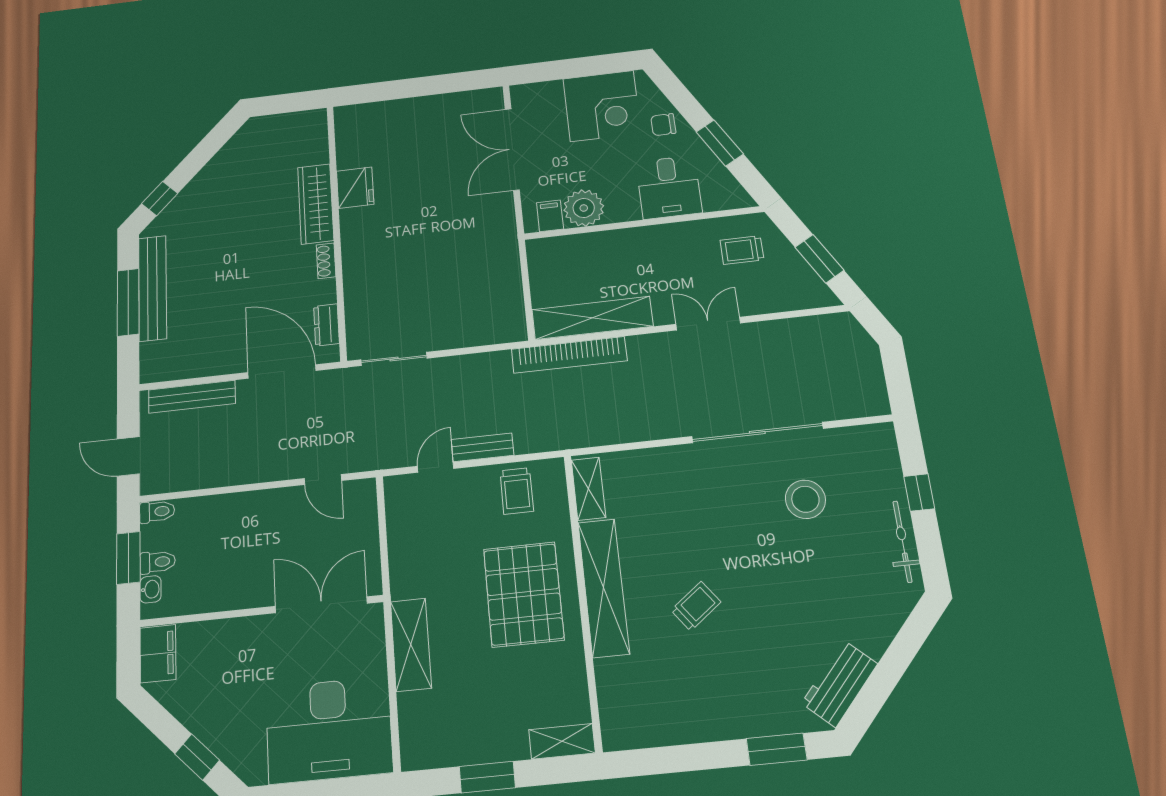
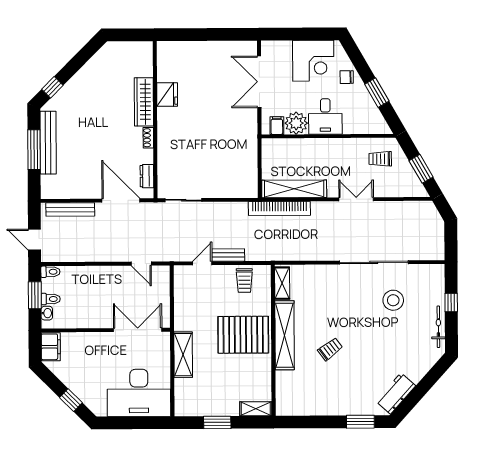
desk: (669, 187) -> (325, 116), moved
pallet: (524, 594) -> (243, 335), turned 90

